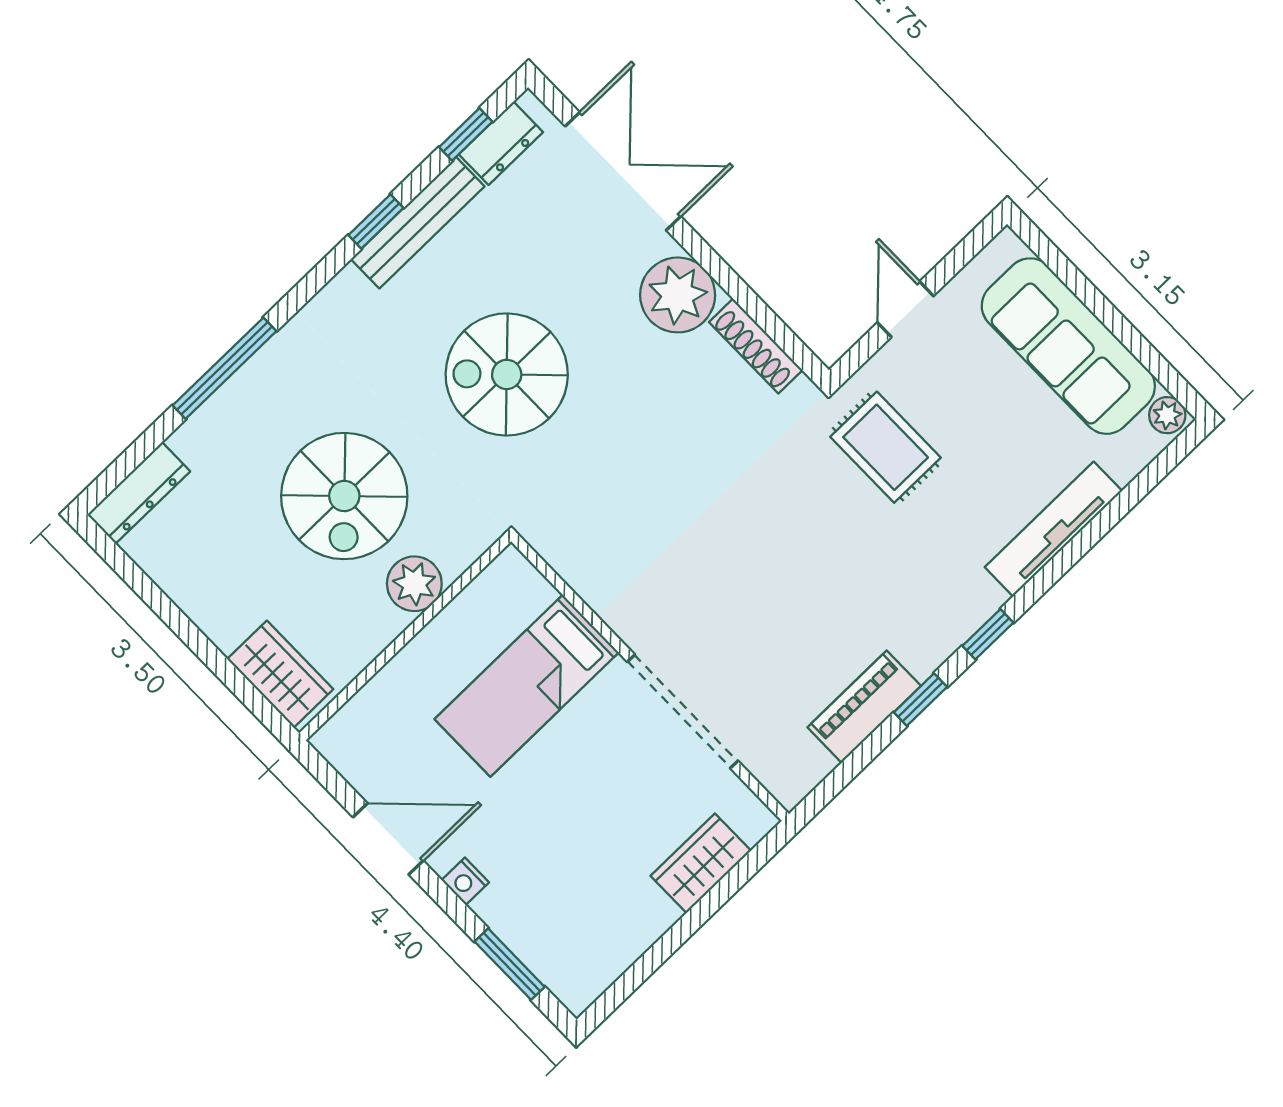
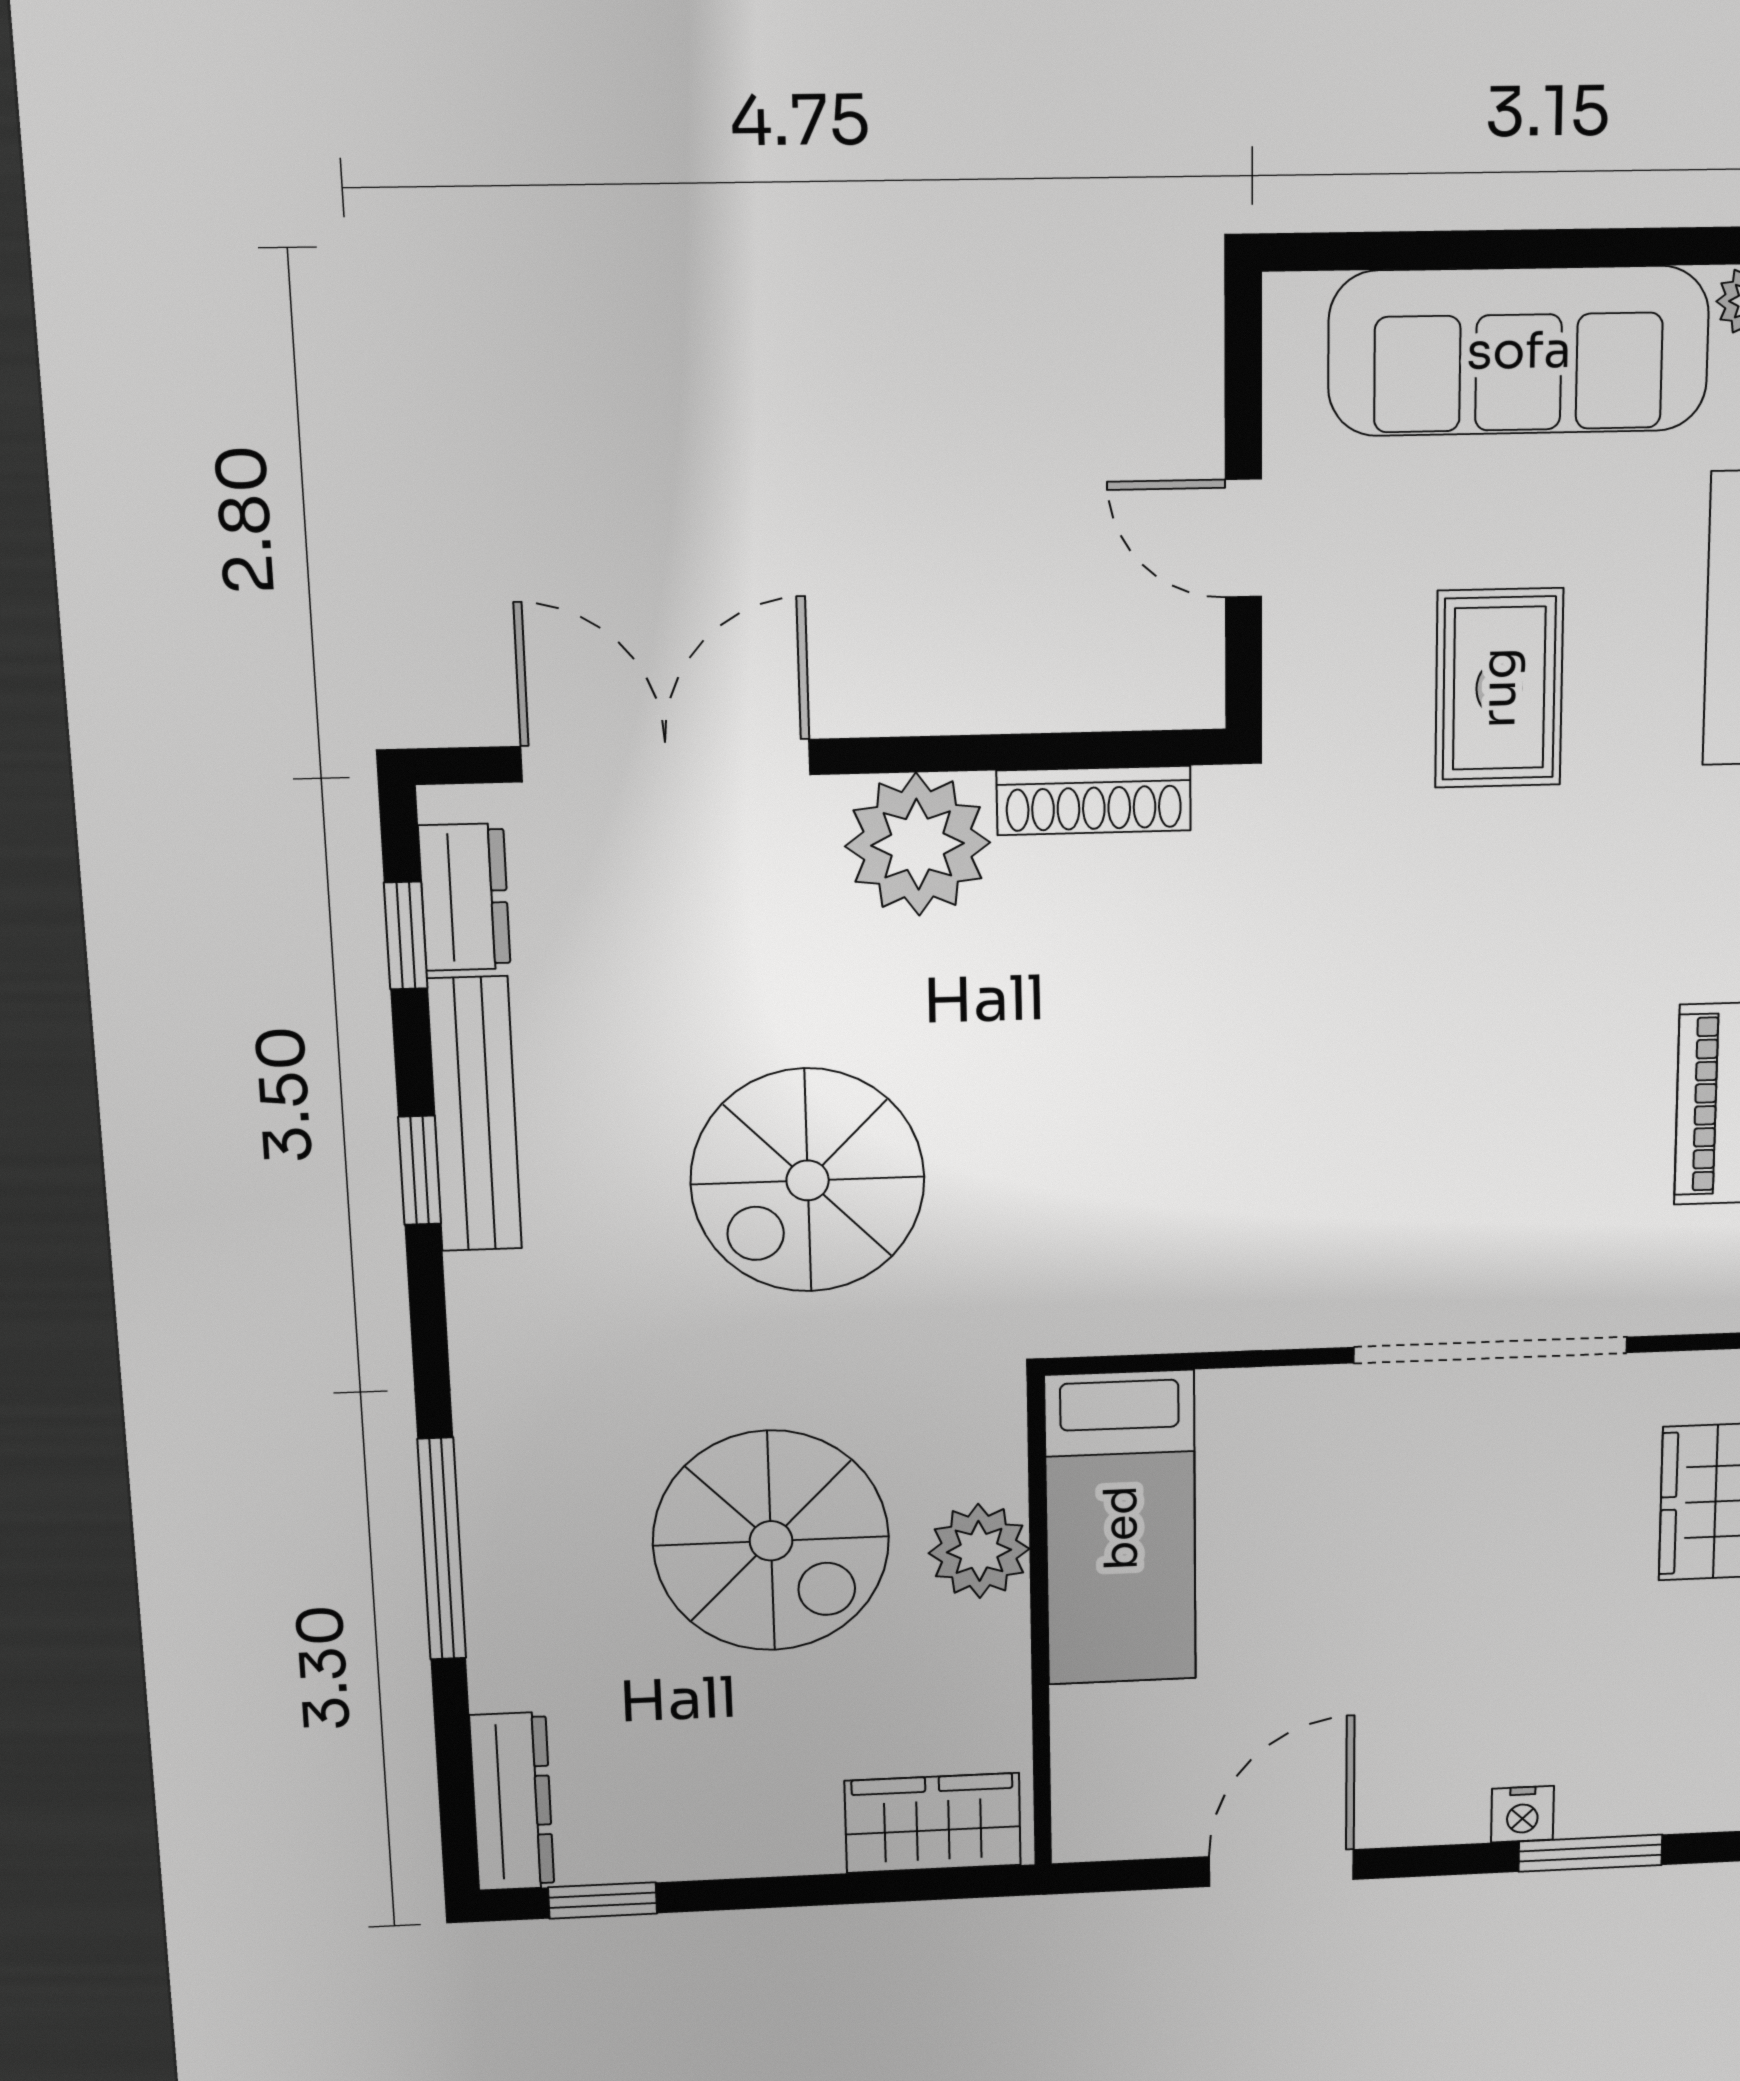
rug: (886, 447) -> (1499, 688), moved, turned 90
window: (127, 569) -> (603, 1900), added
bed: (527, 686) -> (1121, 1528), moved
nightstand: (465, 881) -> (1522, 1814), moved

